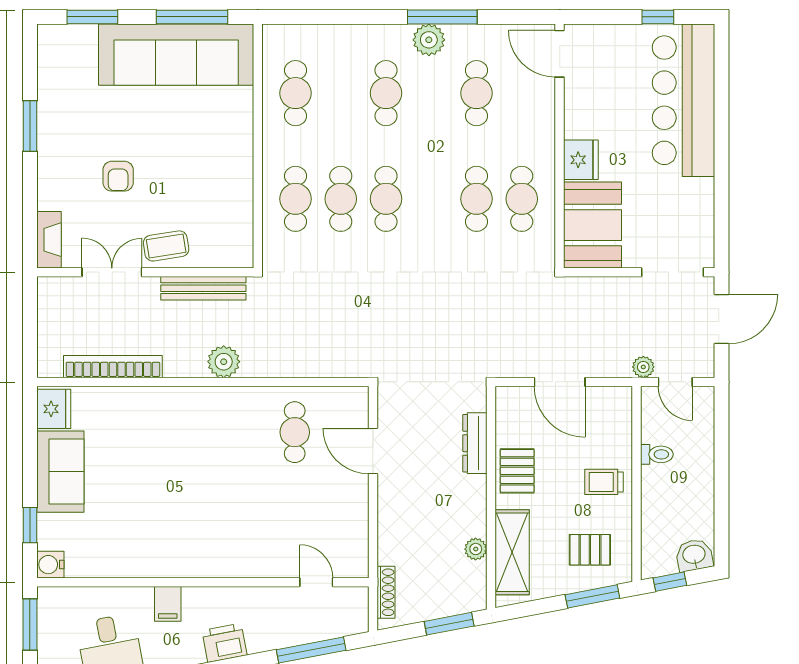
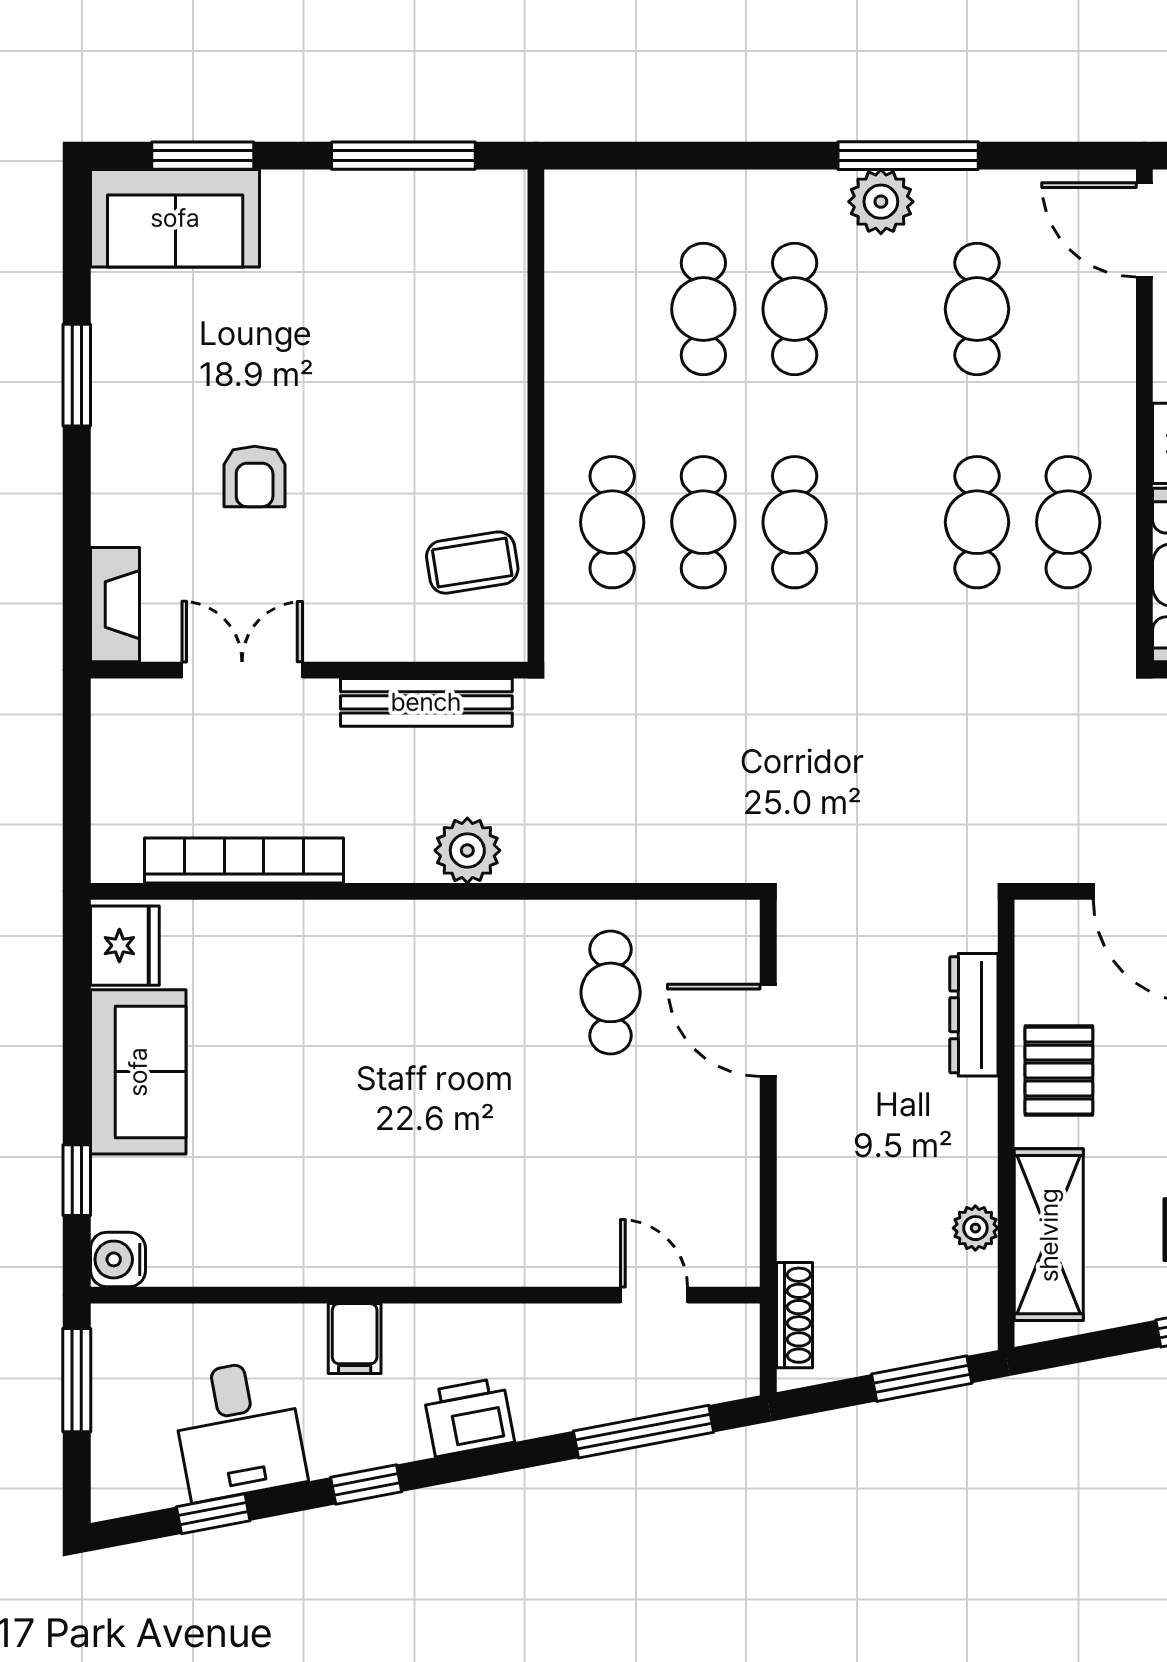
sofa: (176, 55) -> (175, 218), moved, width x0.54, depth x0.79
cafe table: (296, 93) -> (703, 309), moved
coffee table: (166, 246) -> (472, 563), moved

